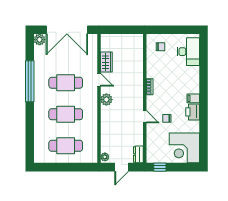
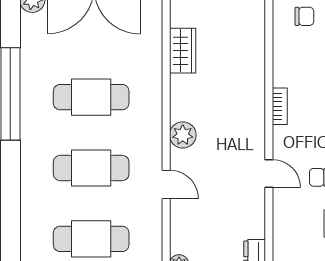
door: (99, 80) -> (166, 184), moved

